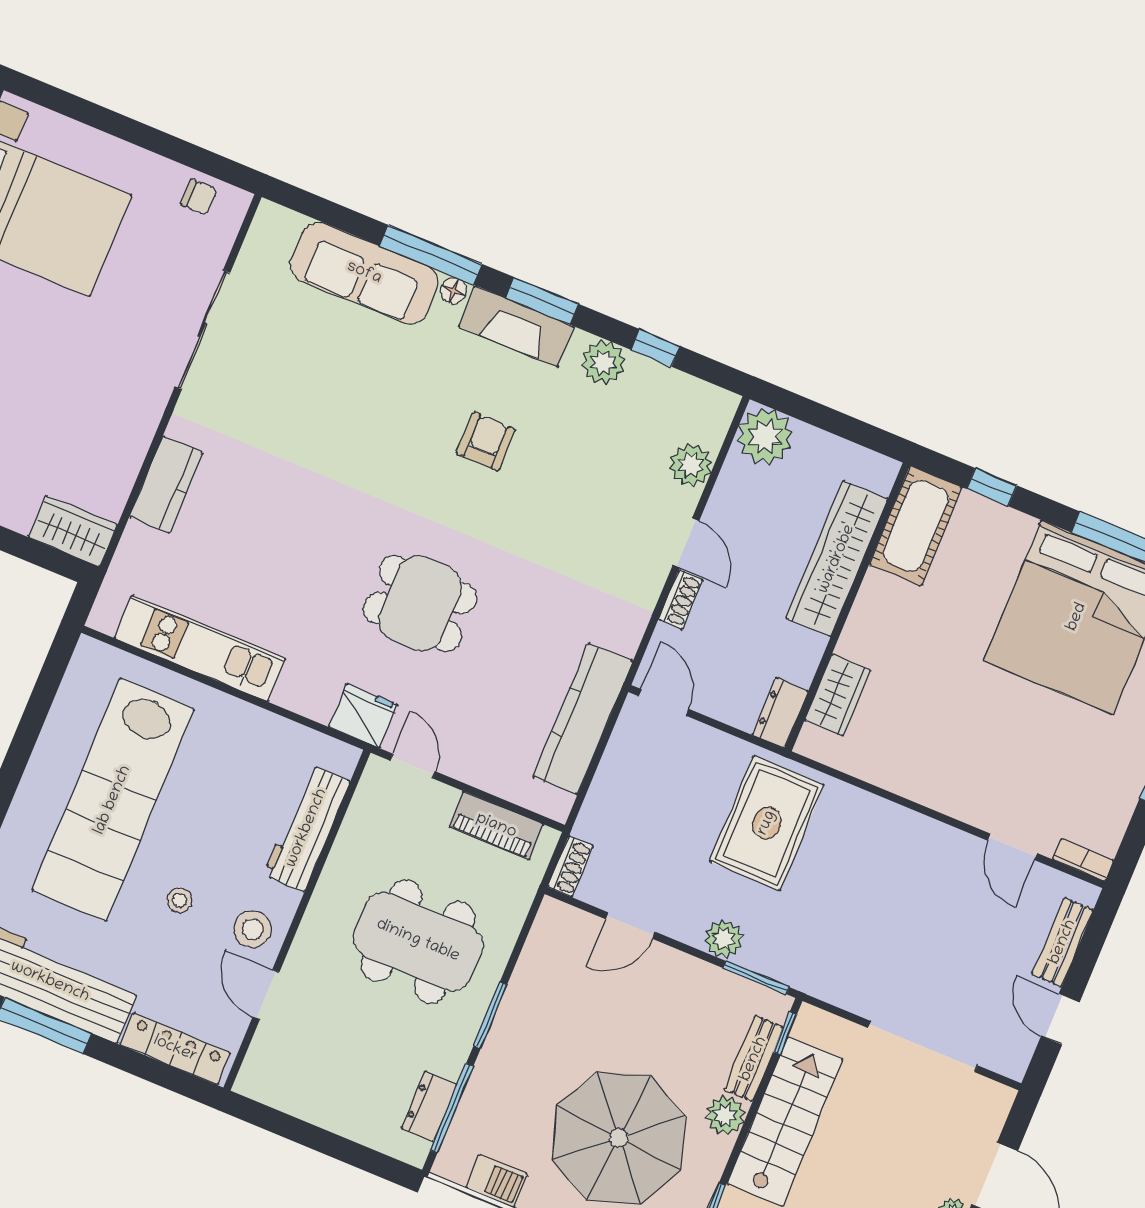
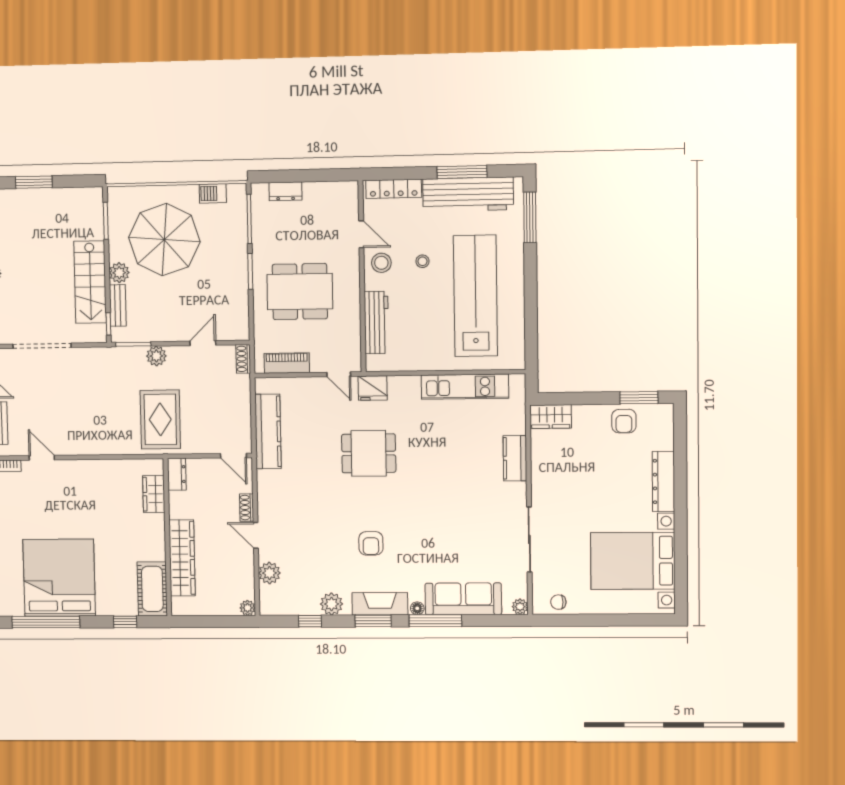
plant: (270, 217) -> (520, 607), added
plant: (765, 436) -> (248, 608), width x0.53, depth x0.53
dresser: (429, 1106) -> (285, 191), moved, turned 90

